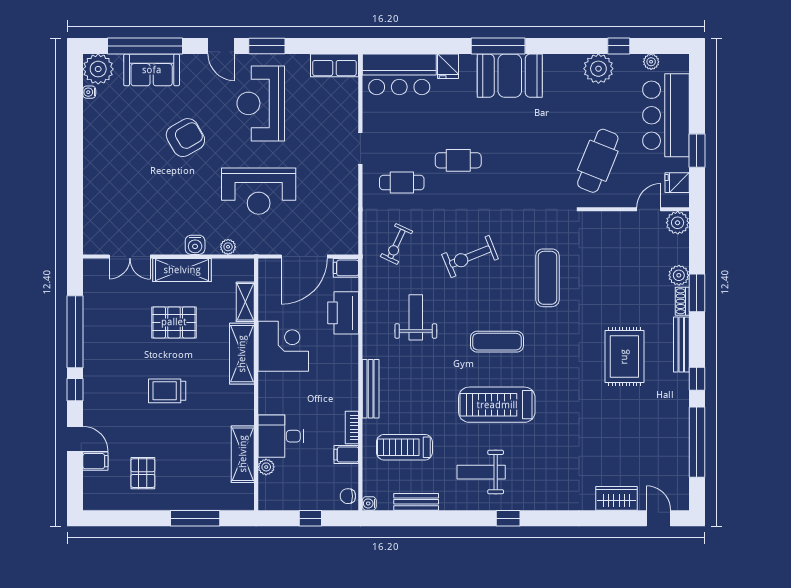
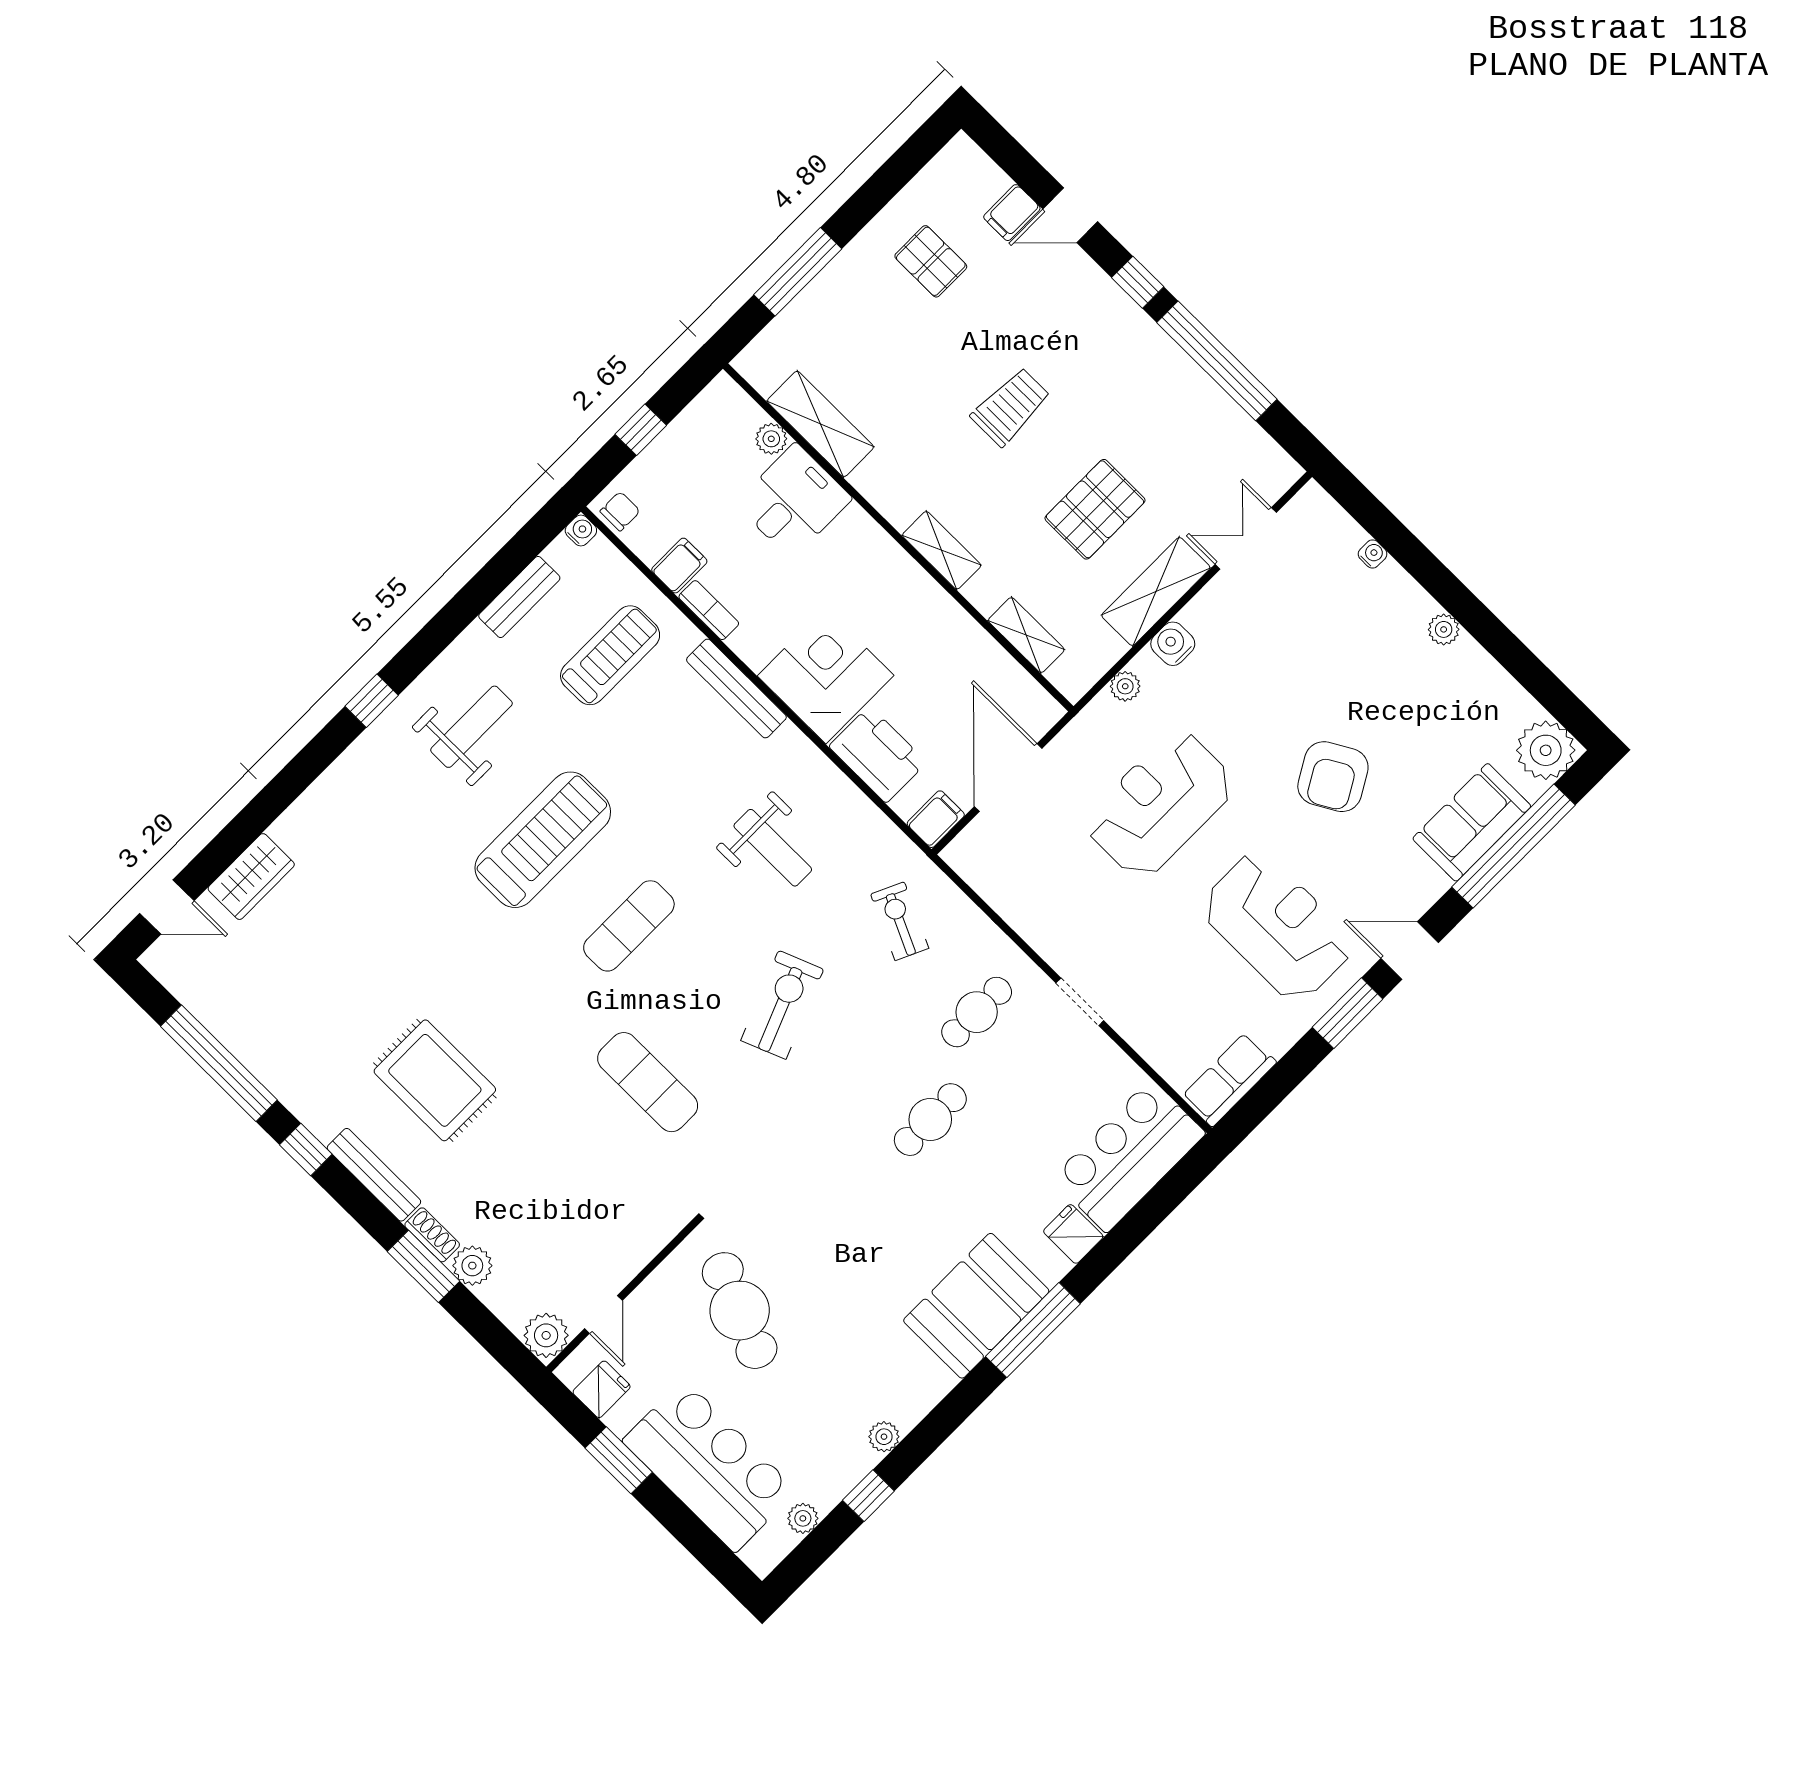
plant: (598, 69) -> (884, 1437), width x0.53, depth x0.53
water cooler: (89, 92) -> (1373, 554), moved
plant: (91, 151) -> (1444, 629), added
corner desk: (283, 346) -> (826, 676), moved, turned 180
shelving: (242, 354) -> (942, 550), width x0.67, depth x0.75

